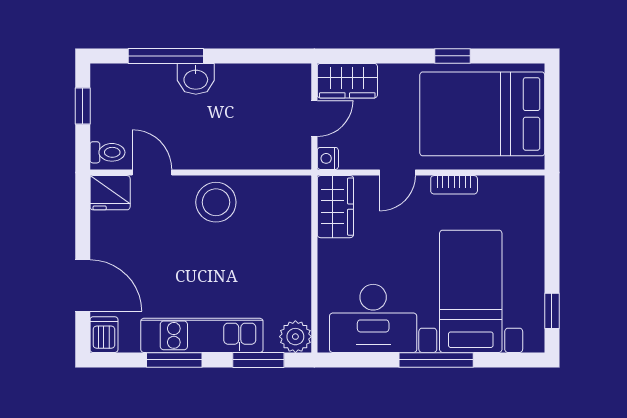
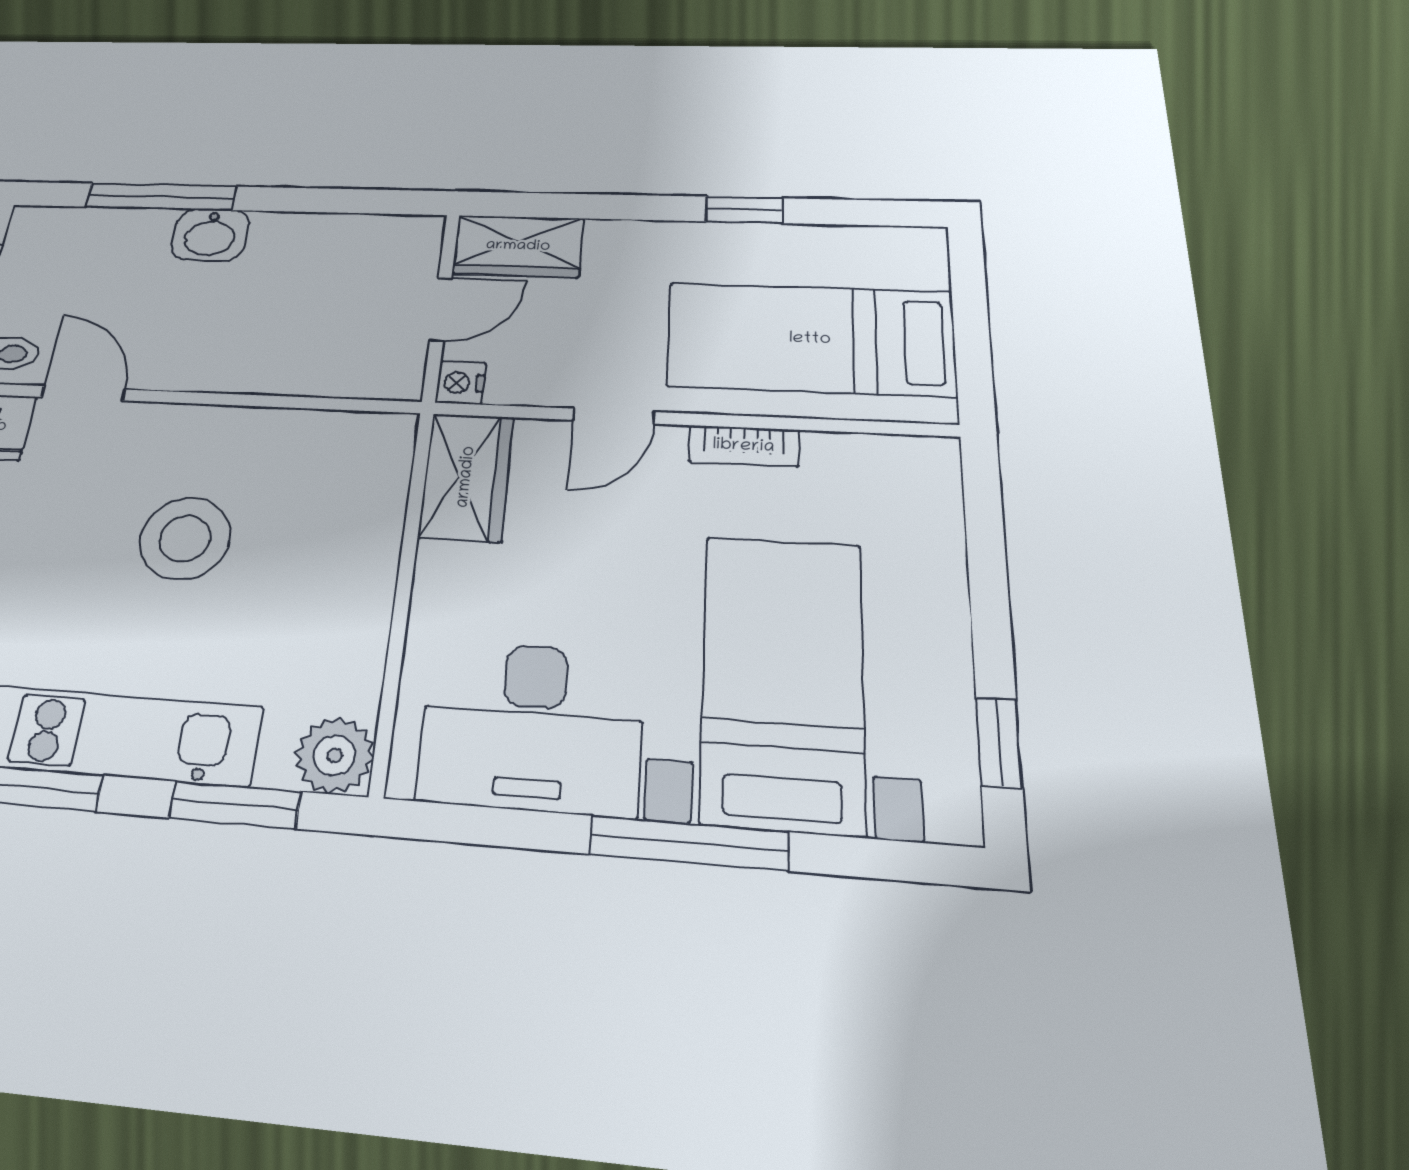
bed: (482, 114) -> (810, 339), width x0.67
stool: (216, 202) -> (185, 539), moved

